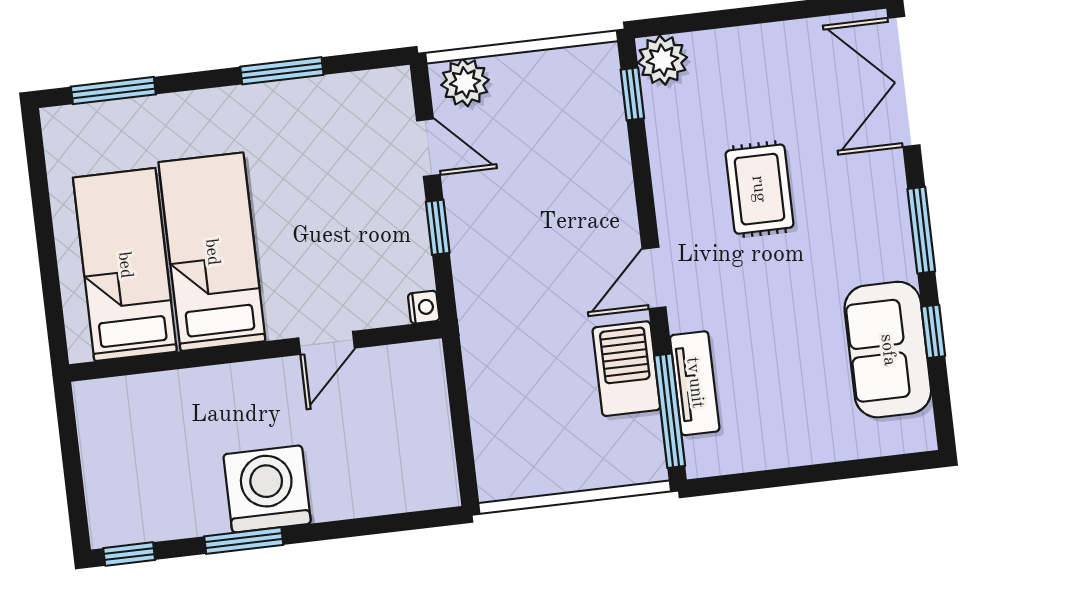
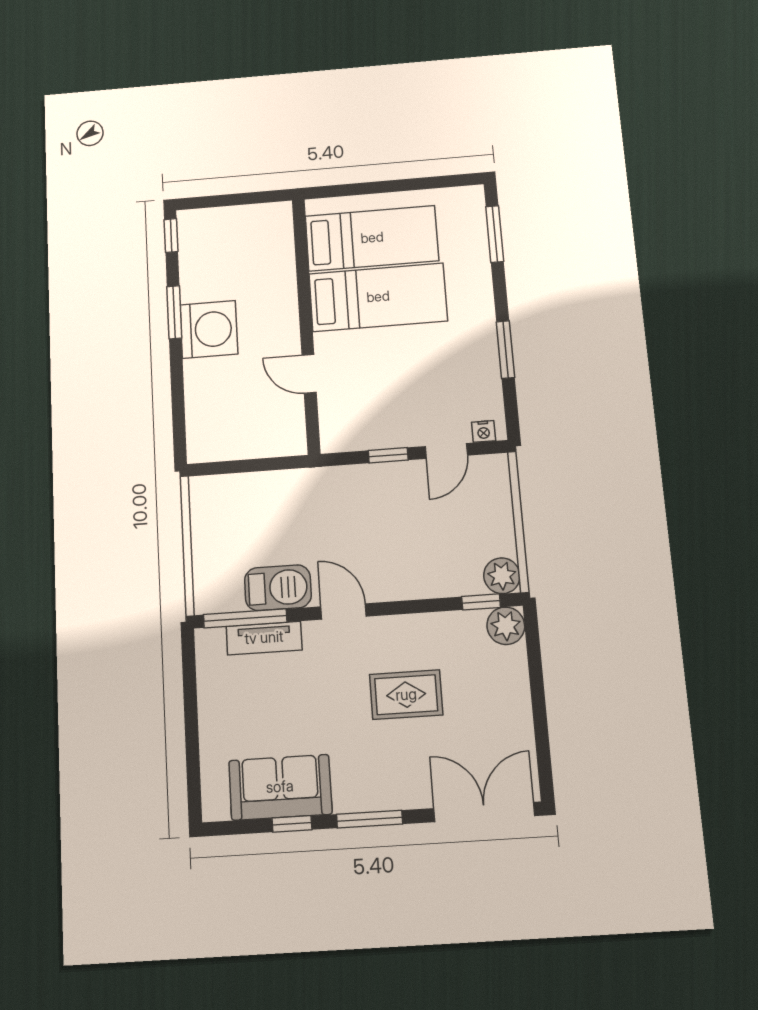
plant: (465, 82) -> (502, 576), moved
nightstand: (424, 307) -> (484, 431), moved

